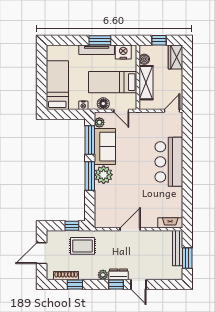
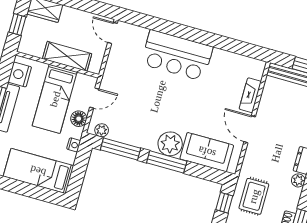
boiler: (144, 59) -> (36, 50), removed
sofa: (105, 147) -> (207, 152), moved
fireplace: (170, 223) -> (250, 95), moved

